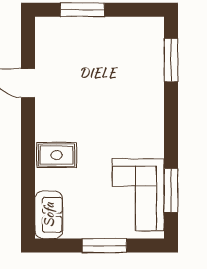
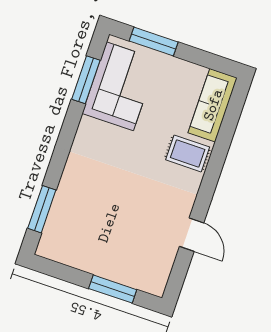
sofa: (49, 215) -> (213, 105), width x1.36
window: (104, 246) -> (154, 42), moved

